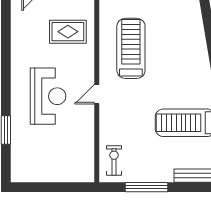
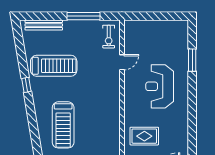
treadmill: (131, 48) -> (63, 125), moved
door: (97, 94) -> (122, 62), moved

